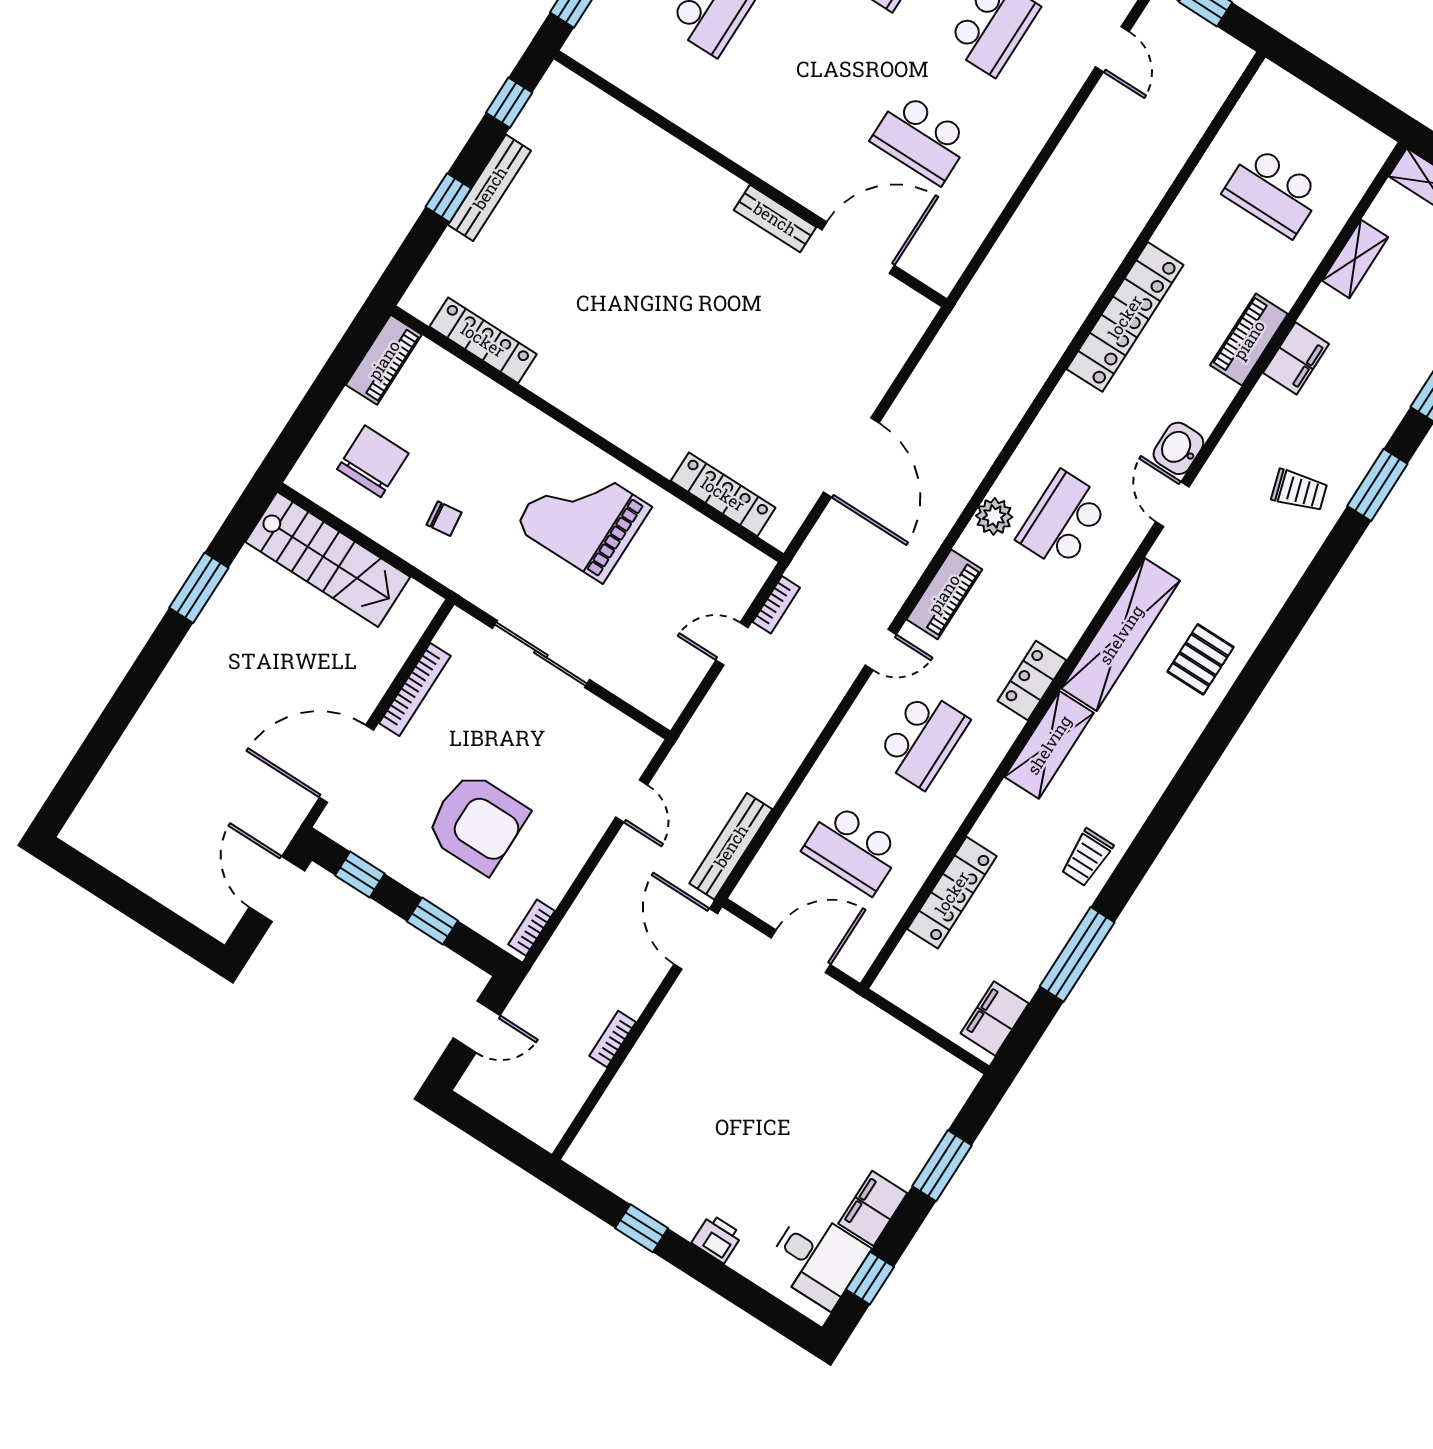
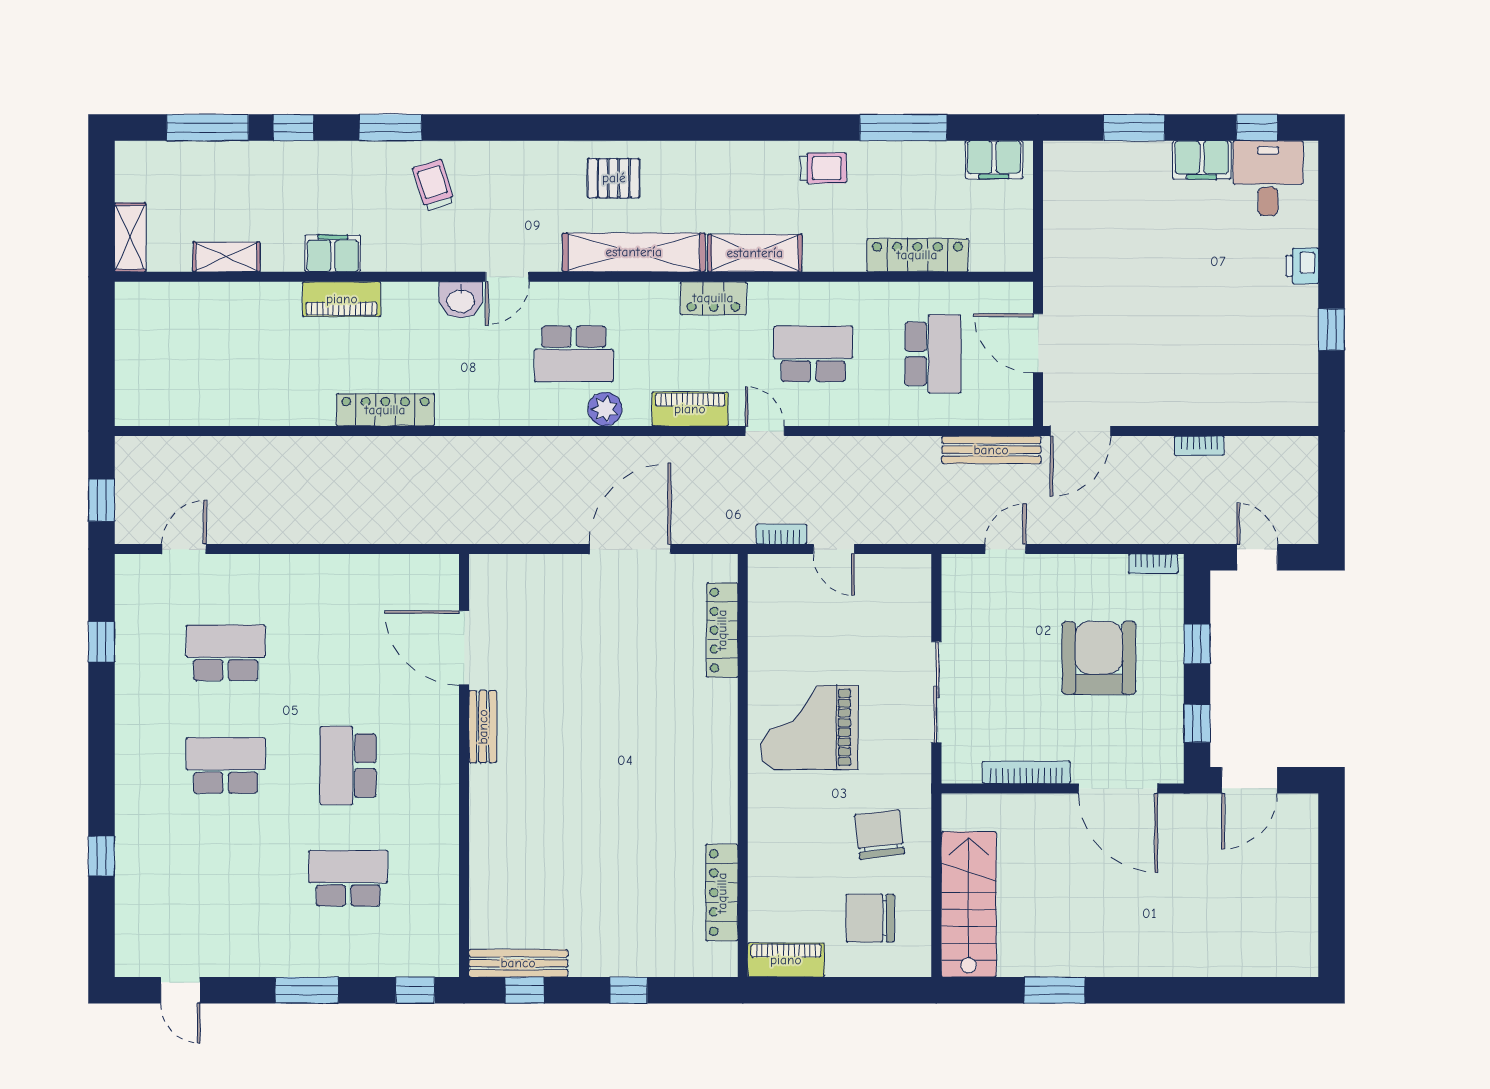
school desk: (921, 139) -> (348, 766), moved, turned 180
bench: (490, 188) -> (518, 963), moved
school desk: (1273, 192) -> (215, 354), removed
locker: (1125, 317) -> (385, 410), width x0.71, depth x0.83
grand piano: (583, 517) -> (809, 727), turned 90
chair: (444, 519) -> (879, 834), width x1.87, depth x1.87

